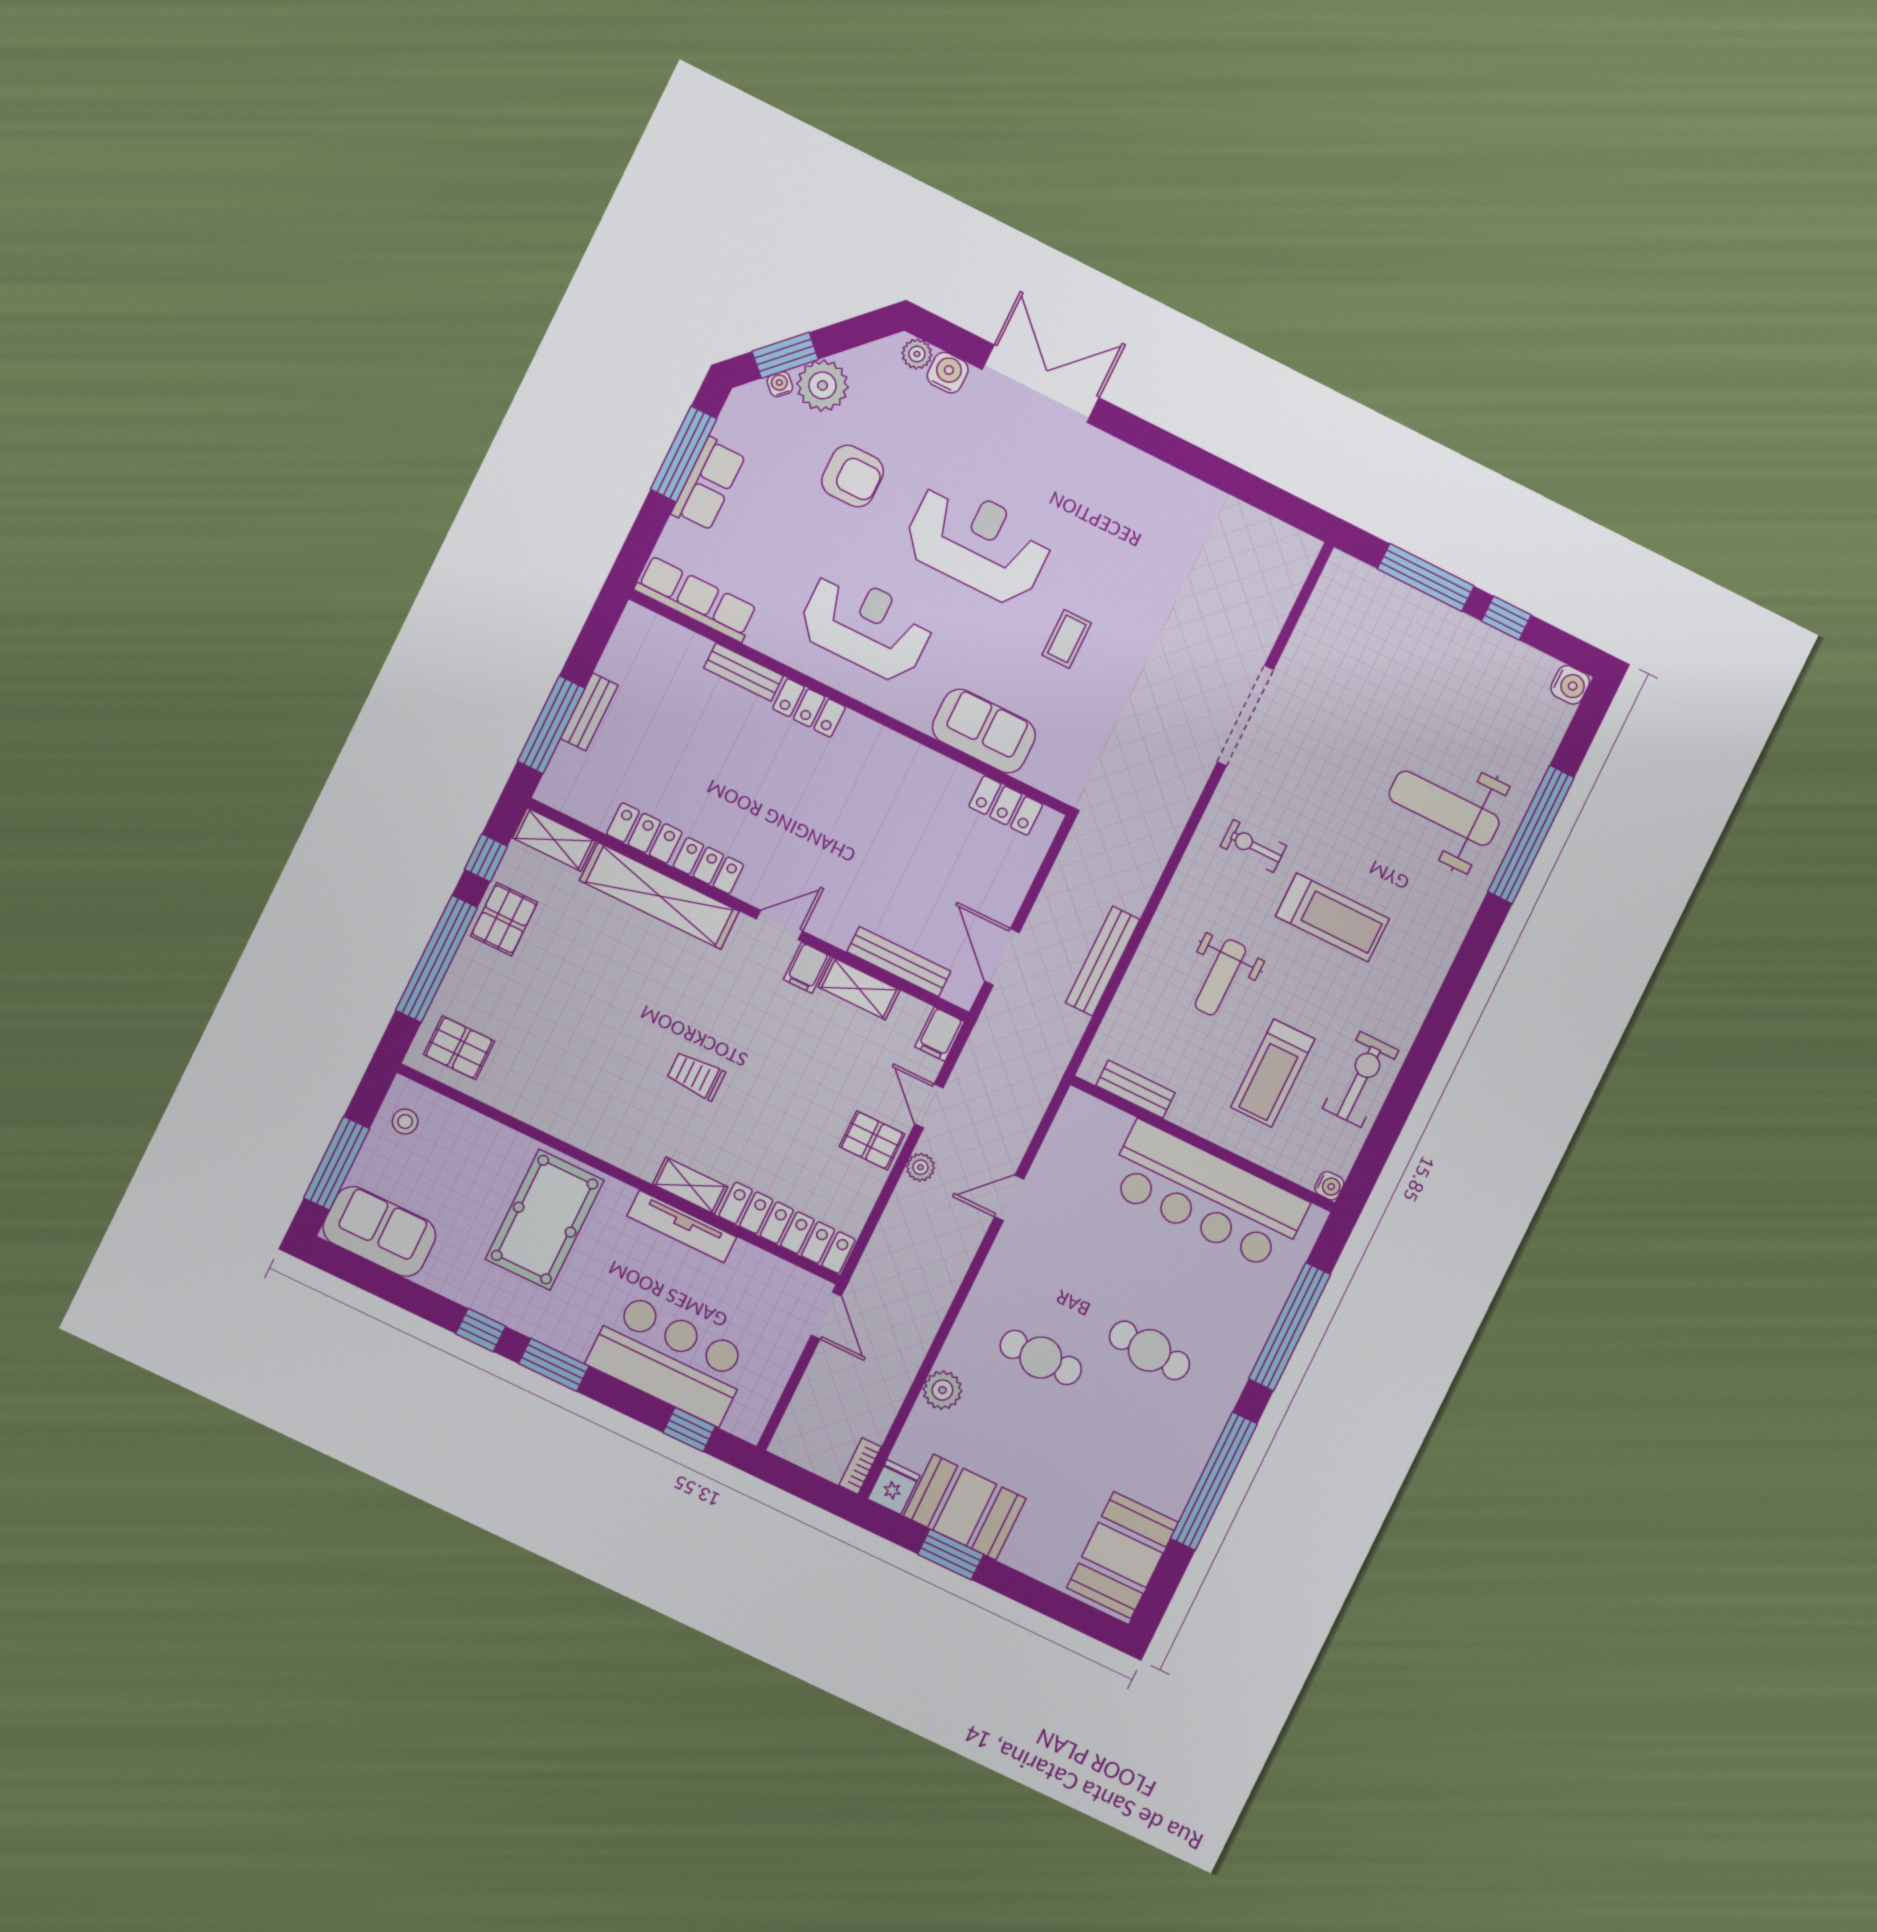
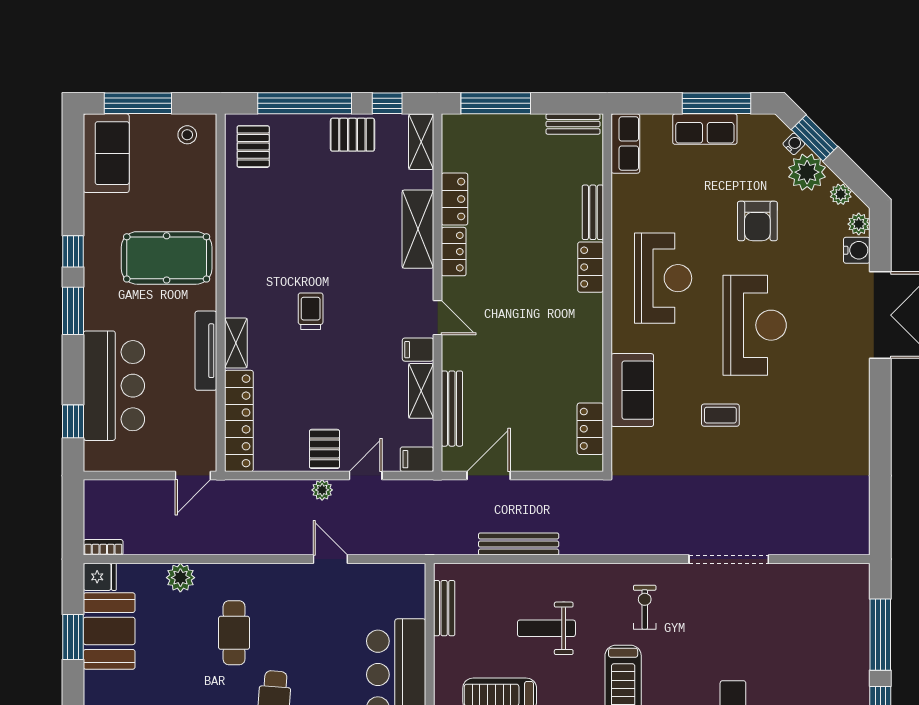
plant: (870, 358) -> (841, 194), added
row of seats: (696, 599) -> (625, 144), width x0.68
bench: (589, 712) -> (573, 124), moved
shelving: (659, 896) -> (418, 229), width x0.68

